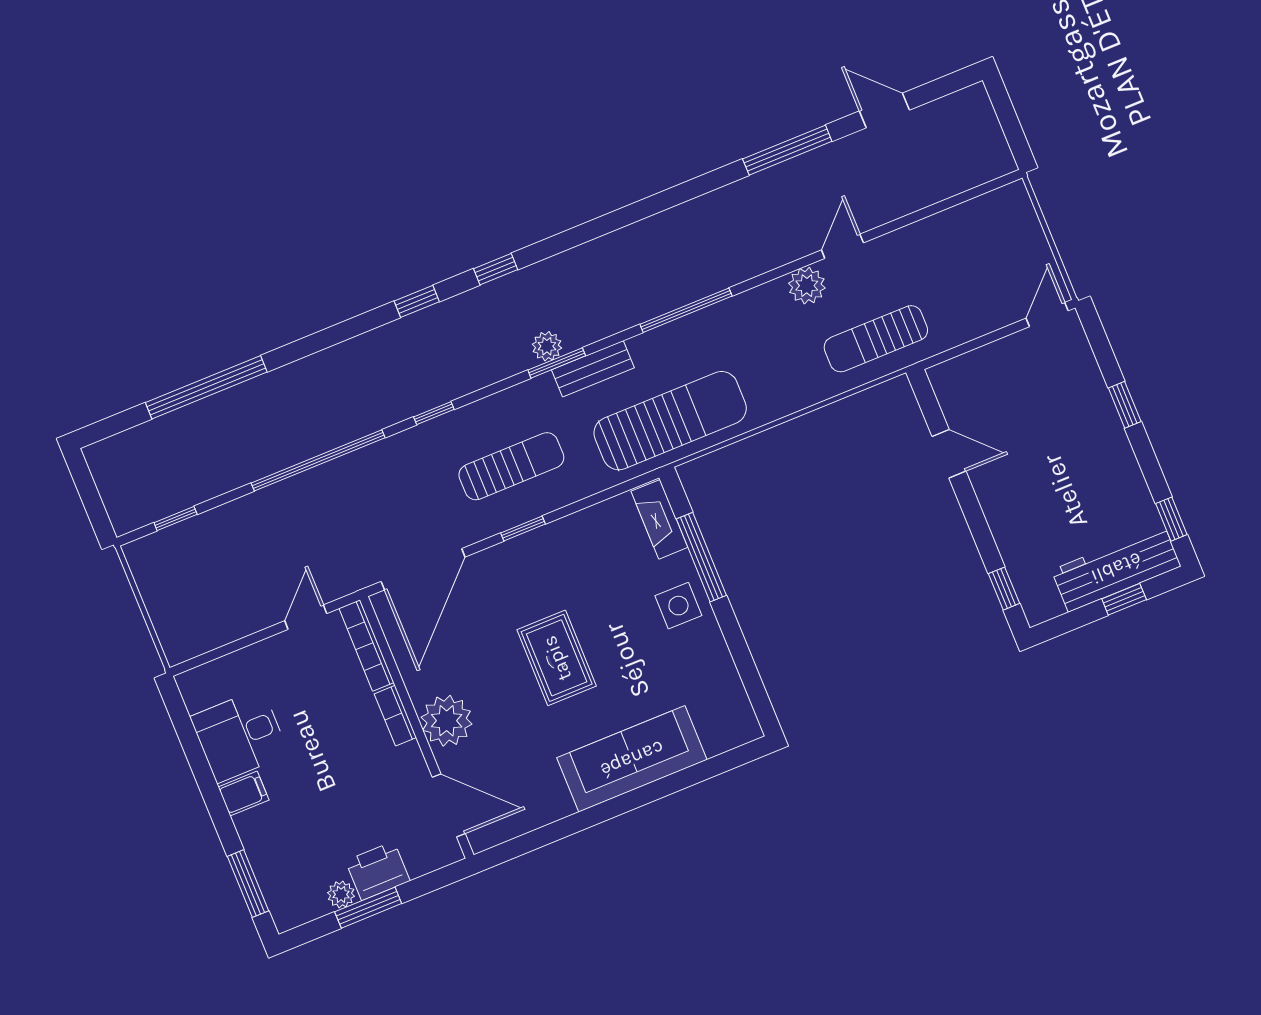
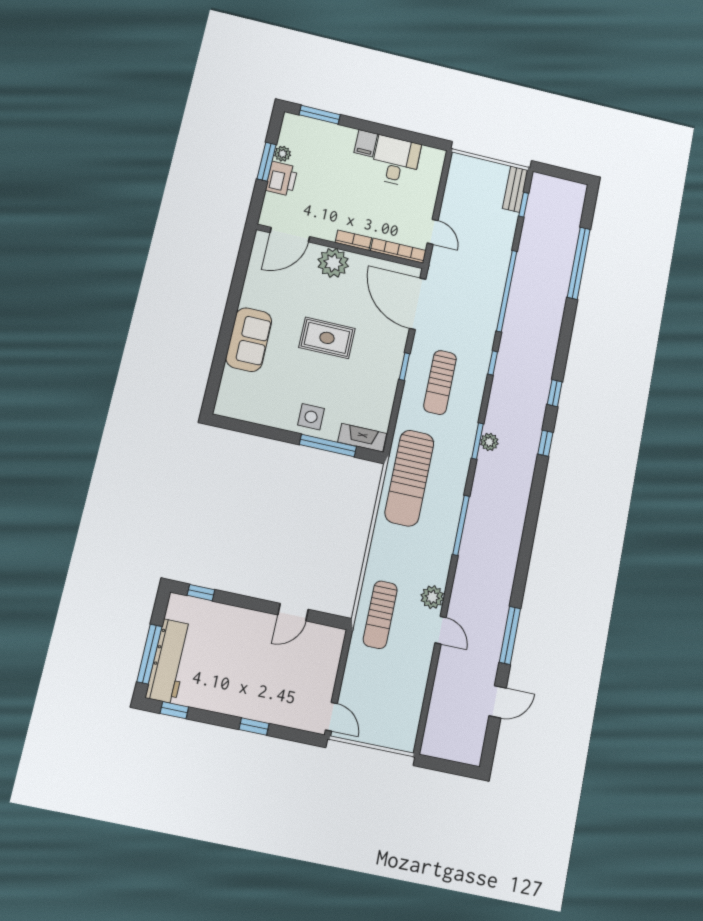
sun lounger: (876, 339) -> (380, 615), turned 180
bench: (593, 369) -> (515, 189), moved
window: (1124, 599) -> (149, 654), width x2.17
sofa: (632, 759) -> (249, 340), width x0.73

